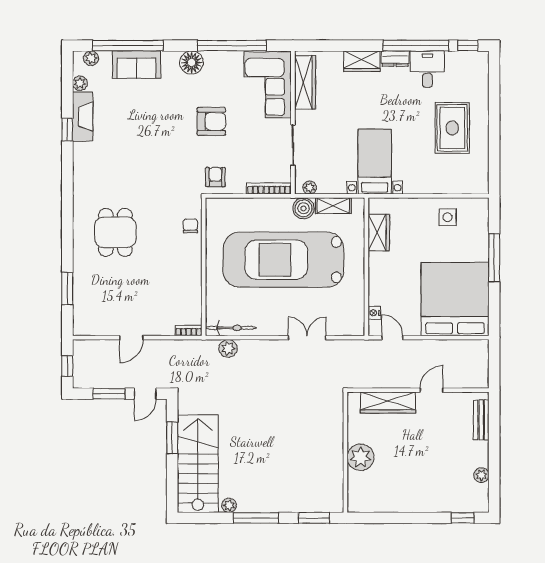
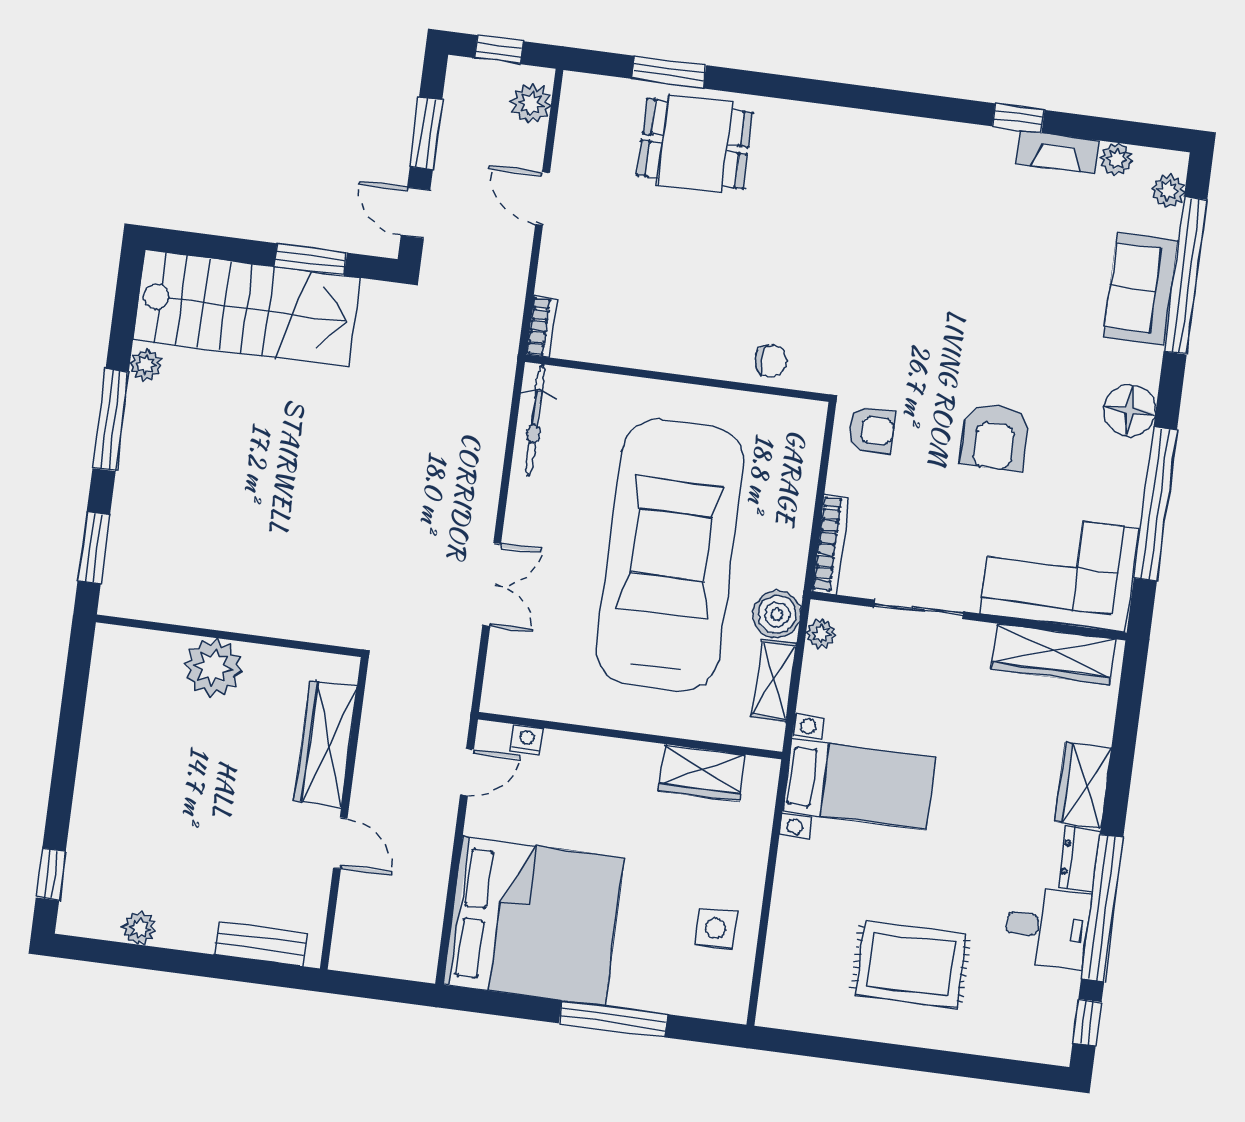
fireplace: (83, 117) -> (1058, 152), width x0.73, depth x0.76
dining table: (115, 232) -> (695, 144), moved
plant: (228, 348) -> (531, 104), moved

